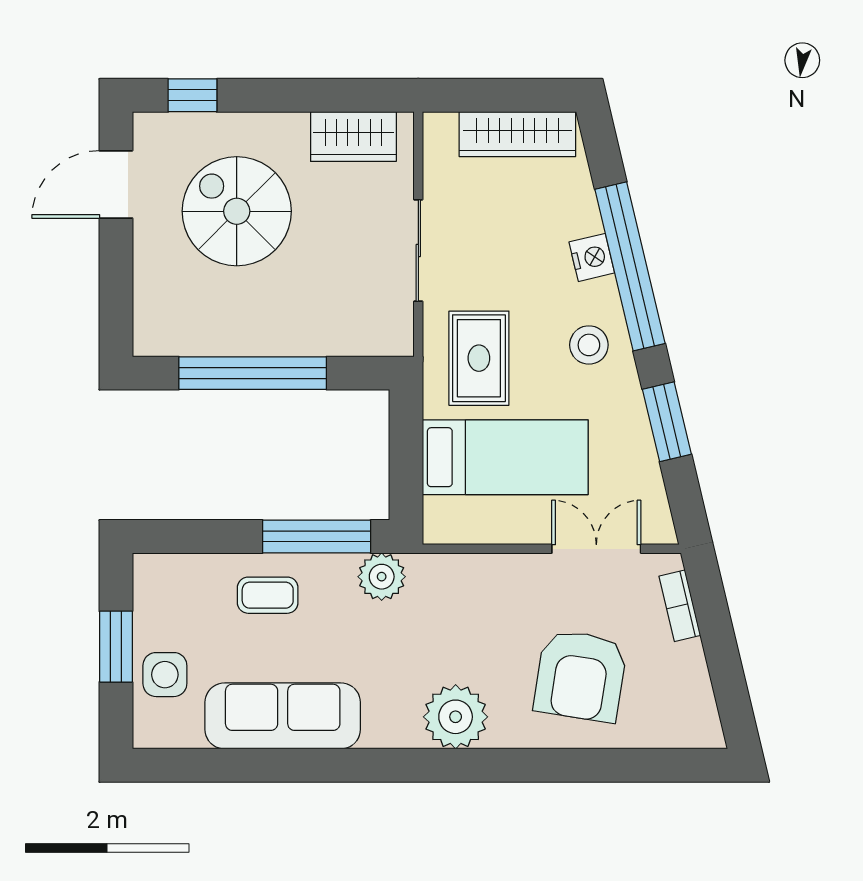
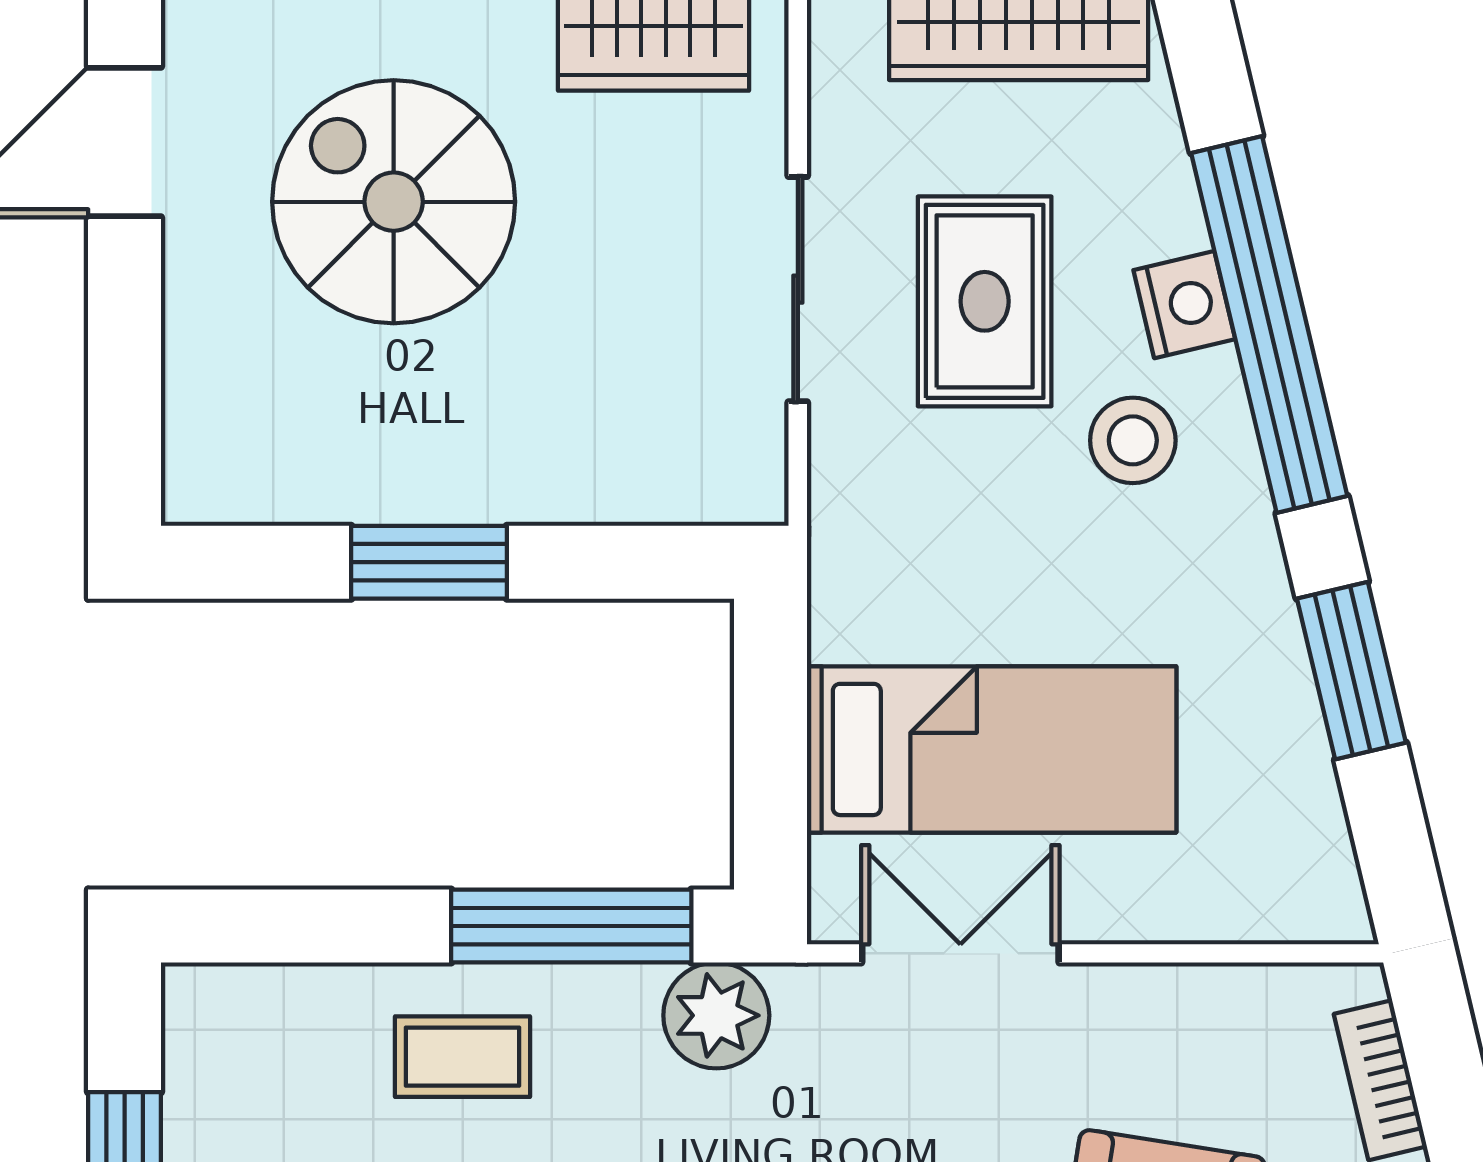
stool: (589, 345) -> (1133, 440), moved
rug: (479, 358) -> (985, 301), moved
window: (253, 373) -> (429, 562), width x0.47
double door: (596, 549) -> (960, 953), moved

